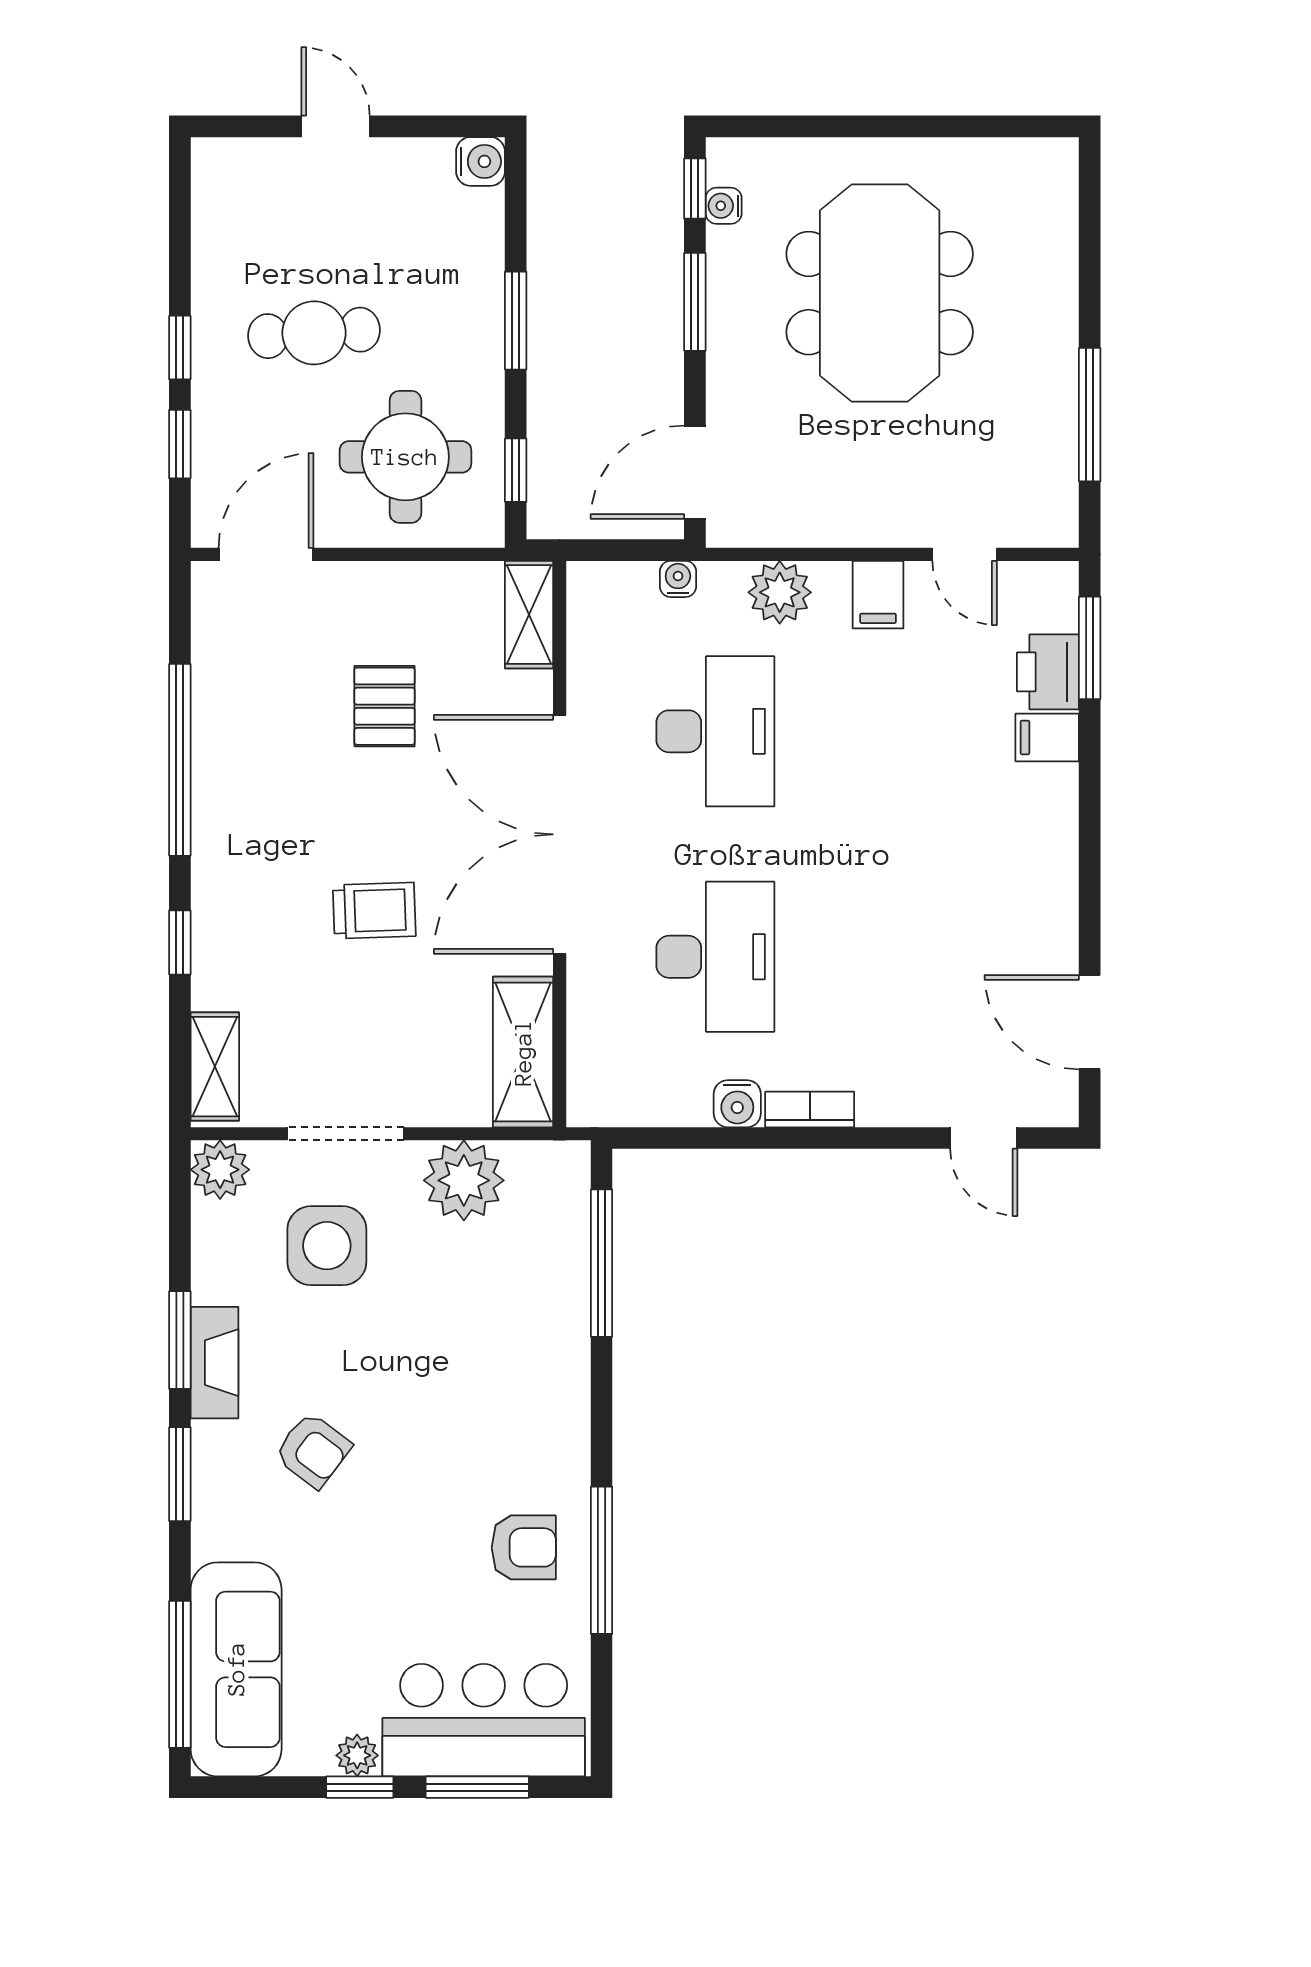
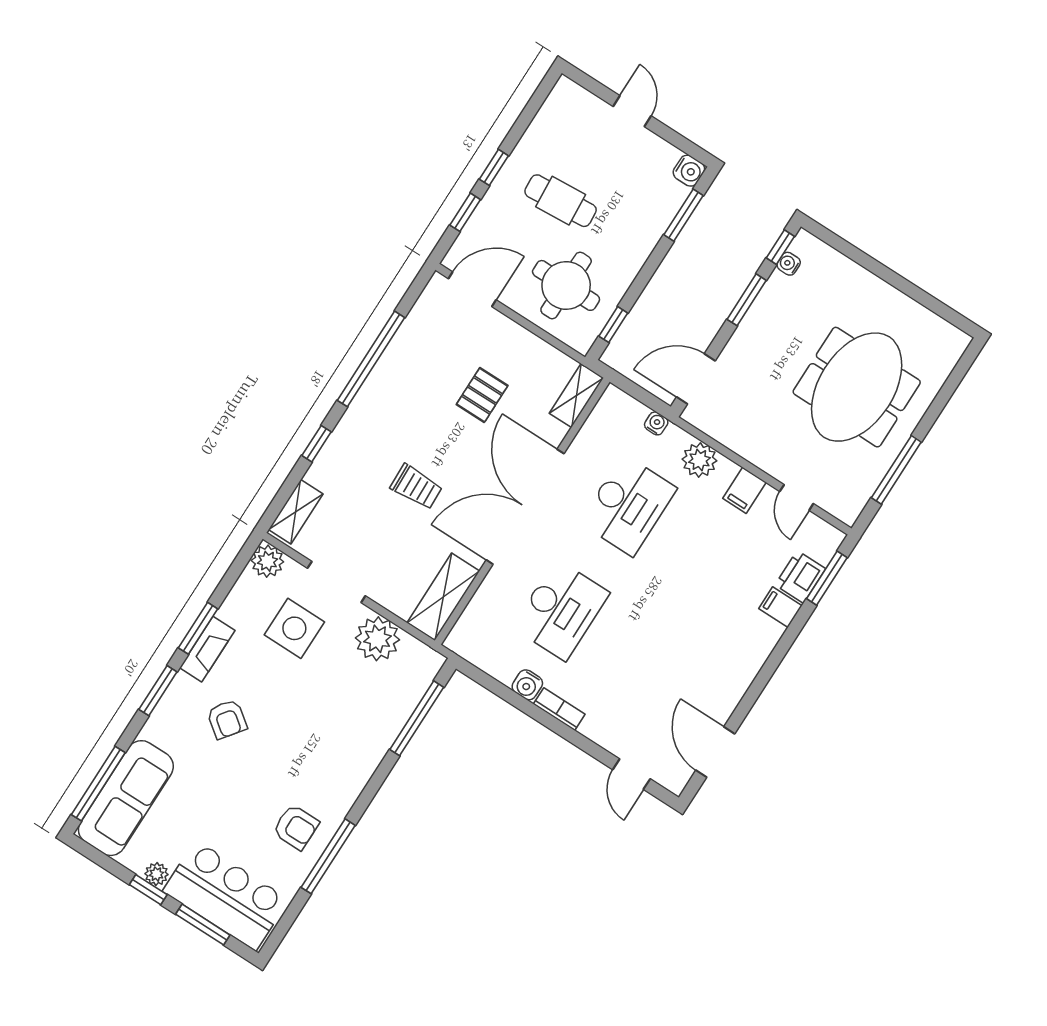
meeting table: (880, 293) -> (857, 387), moved
window: (516, 321) -> (684, 215), moved

